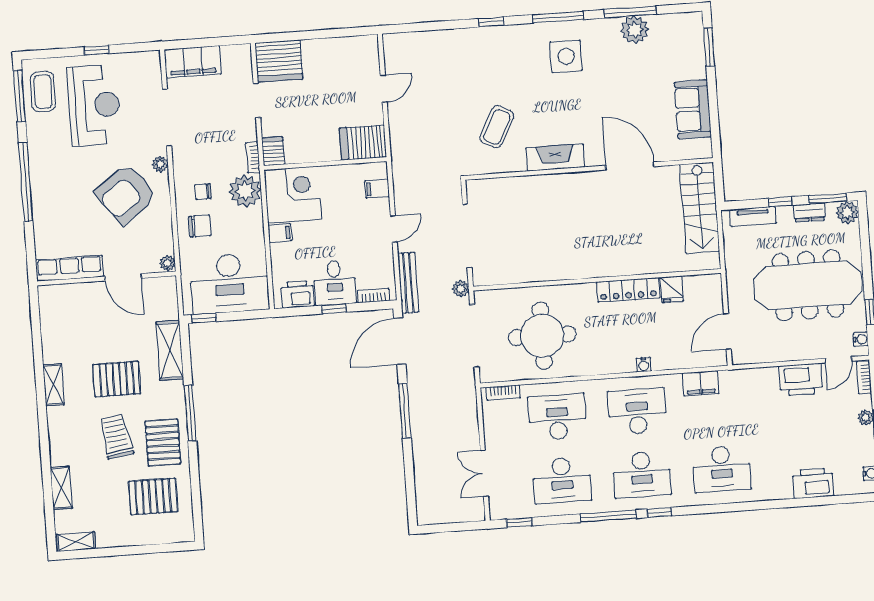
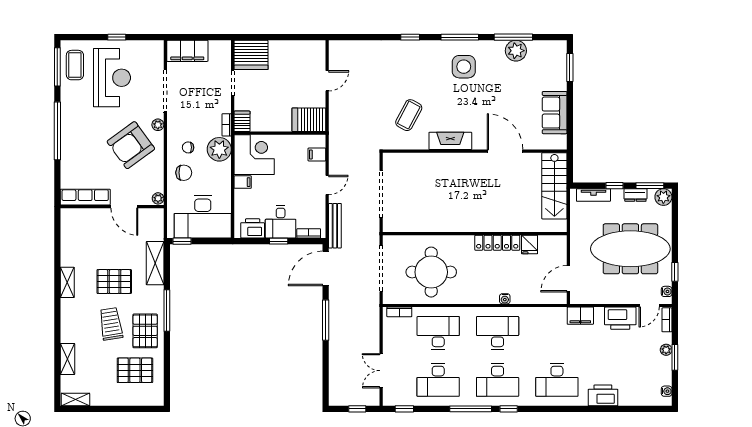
plant: (461, 289) -> (373, 233), removed
filing cabinet: (701, 383) -> (580, 316), moved
printer: (813, 483) -> (603, 395), moved
window: (456, 527) -> (357, 409), added

